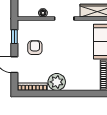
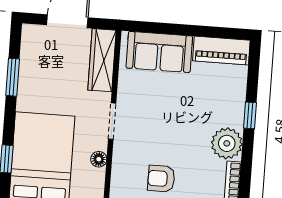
window: (73, 94) -> (250, 115), added

